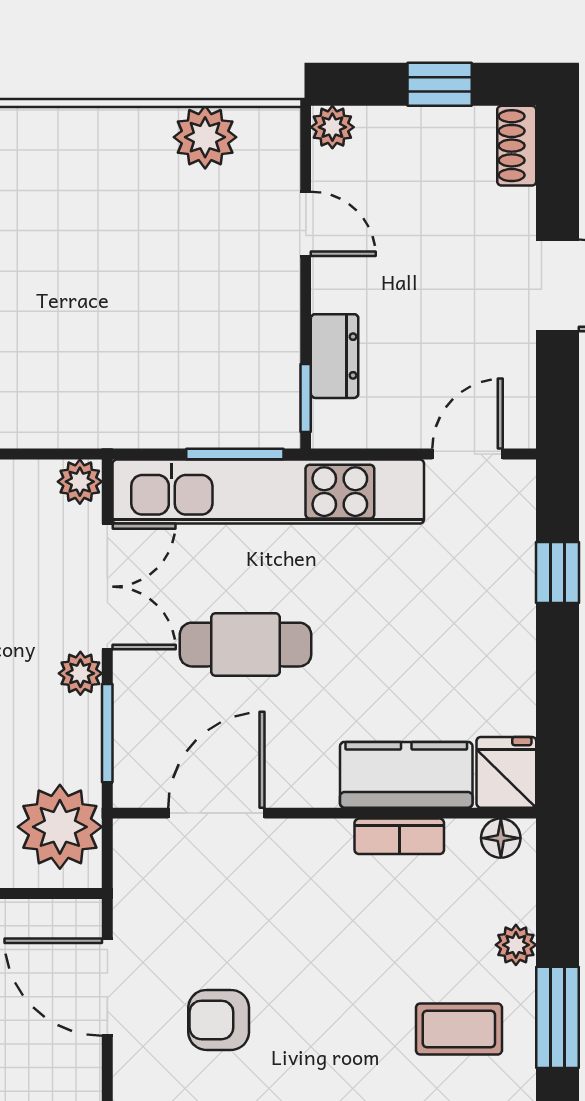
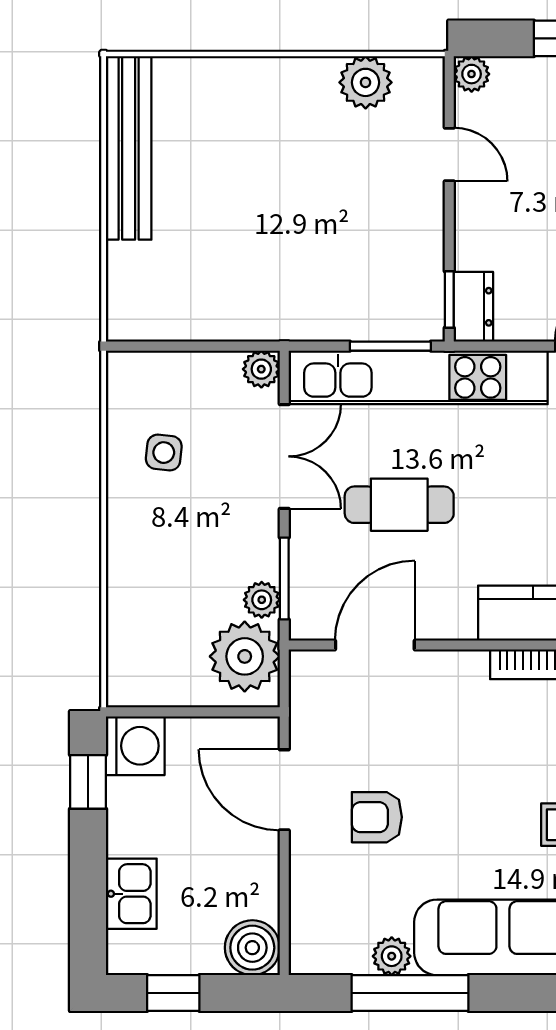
dresser: (335, 356) -> (473, 307), moved
plant: (80, 673) -> (262, 600), moved

